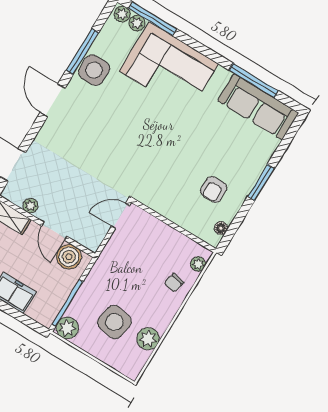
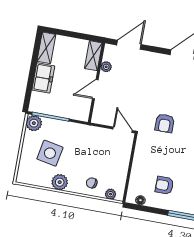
armchair: (133, 158) -> (165, 123), added
boiler: (69, 257) -> (82, 106), removed
plant: (148, 339) -> (60, 182), moved

